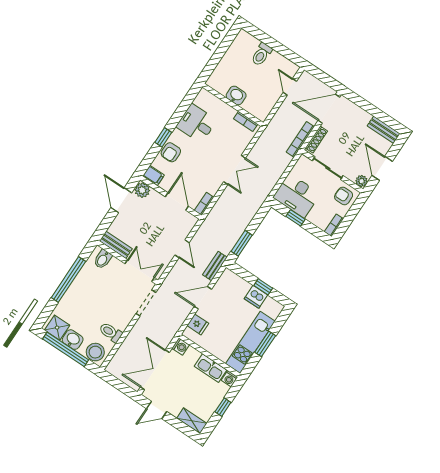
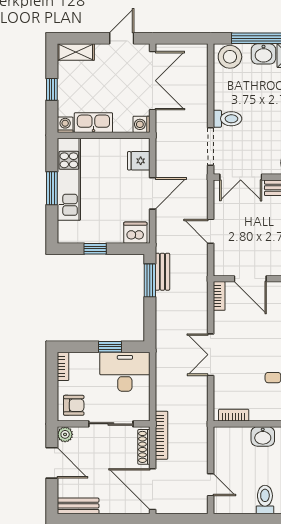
door: (329, 109) -> (153, 489), swing flipped
bench: (215, 266) -> (162, 272), moved
dishwasher: (256, 297) -> (135, 233), moved
toilet: (111, 332) -> (228, 119), moved

